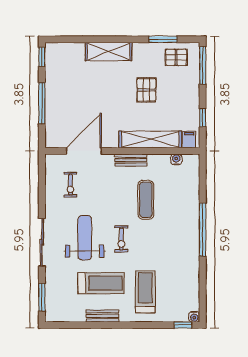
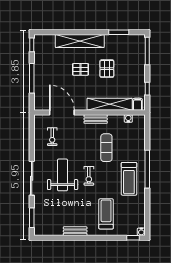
shelving: (109, 52) -> (80, 41), width x1.47
pallet: (176, 57) -> (81, 69), moved
door: (84, 151) -> (62, 113), hinge flipped
treadmill: (101, 283) -> (129, 179), moved, turned 90

